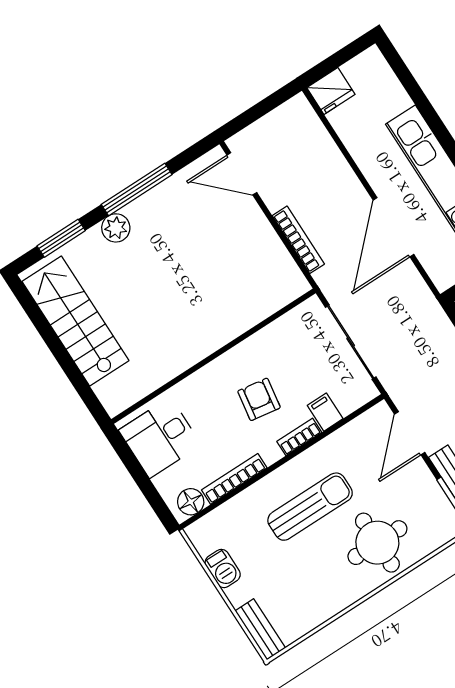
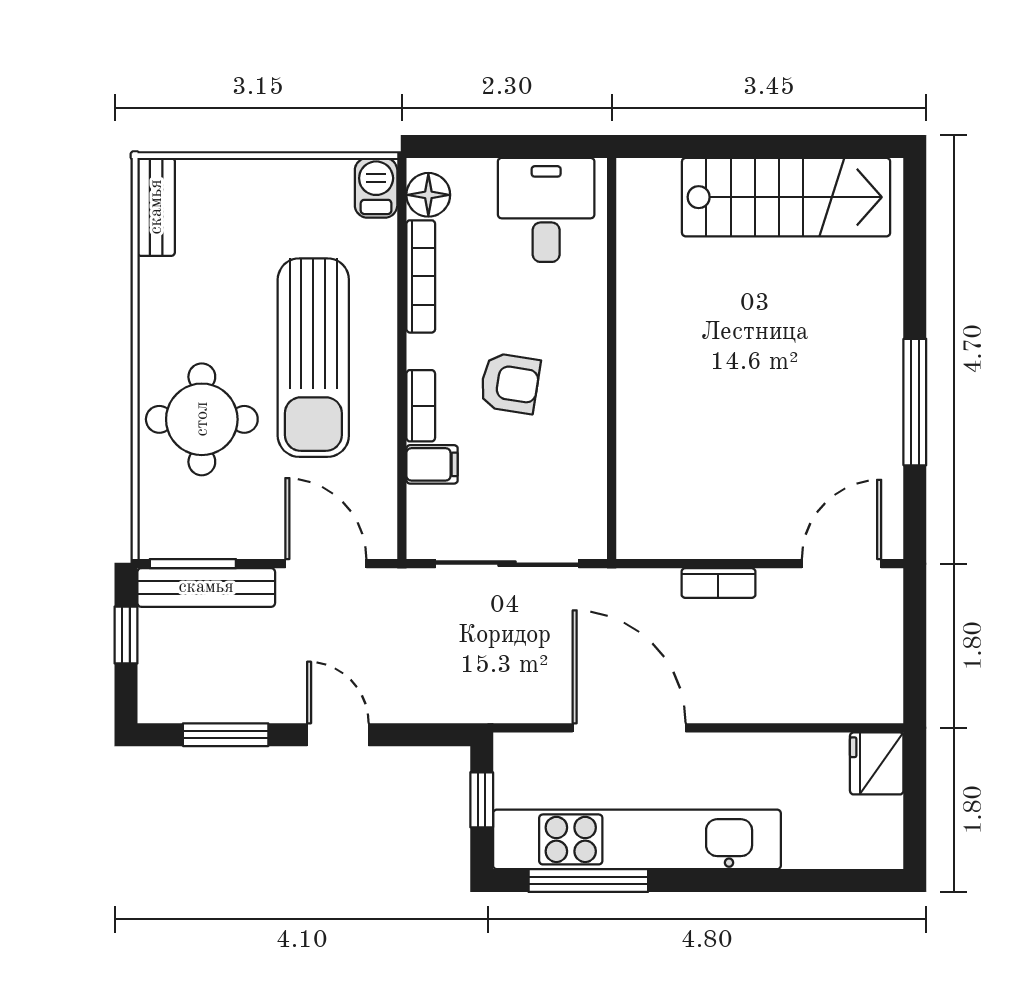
plant: (116, 228) -> (880, 338), removed
window: (61, 238) -> (915, 252), removed
bookcase: (298, 240) -> (718, 583), width x0.64
sun lounger: (310, 507) -> (313, 358), width x1.36, depth x1.34
barbecue: (223, 568) -> (376, 188), moved, turned 90
bench: (260, 629) -> (156, 207), moved, turned 90

